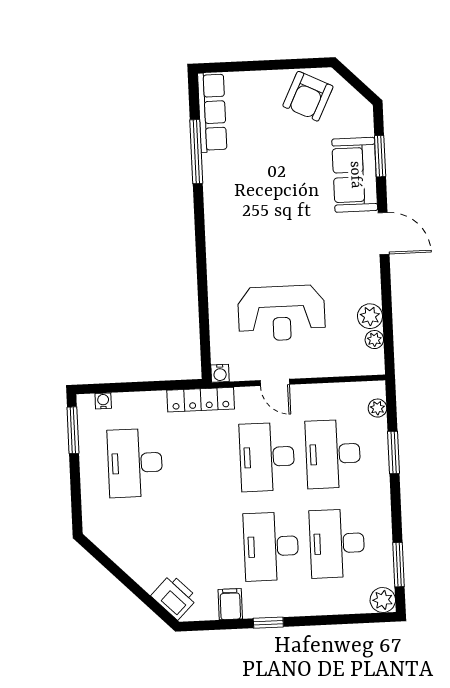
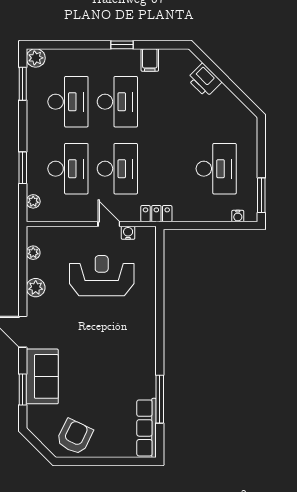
plant: (370, 316) -> (36, 288), moved
water cooler: (220, 373) -> (128, 233), moved
locker: (201, 400) -> (156, 214), width x0.66
printer: (174, 597) -> (204, 80), moved

